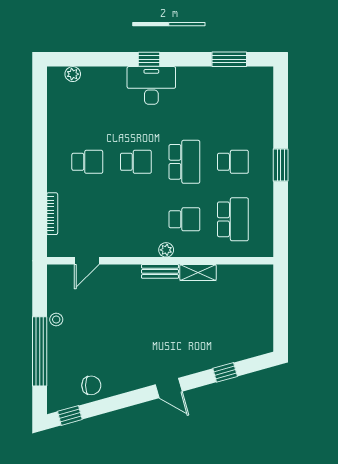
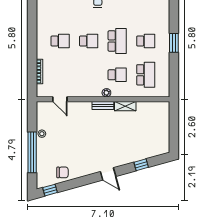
door: (87, 261) -> (60, 99), hinge flipped

